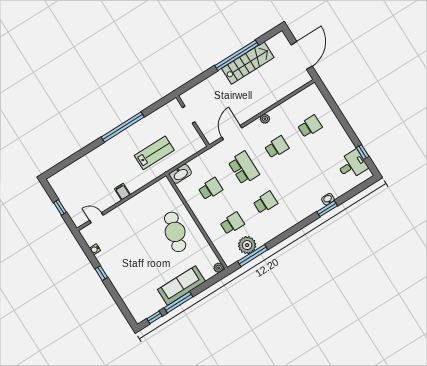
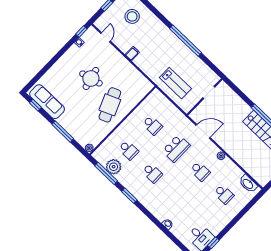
lab bench: (154, 153) -> (175, 83), moved
washbasin: (180, 174) -> (248, 184), moved
stool: (80, 181) -> (132, 16), added
window: (327, 209) -> (129, 196), moved
cafe table: (175, 232) -> (110, 105), turned -40
round table: (139, 246) -> (91, 78), added
window: (101, 273) -> (81, 32), moved
sofa: (181, 286) -> (47, 102), moved
window: (178, 302) -> (63, 132), moved

